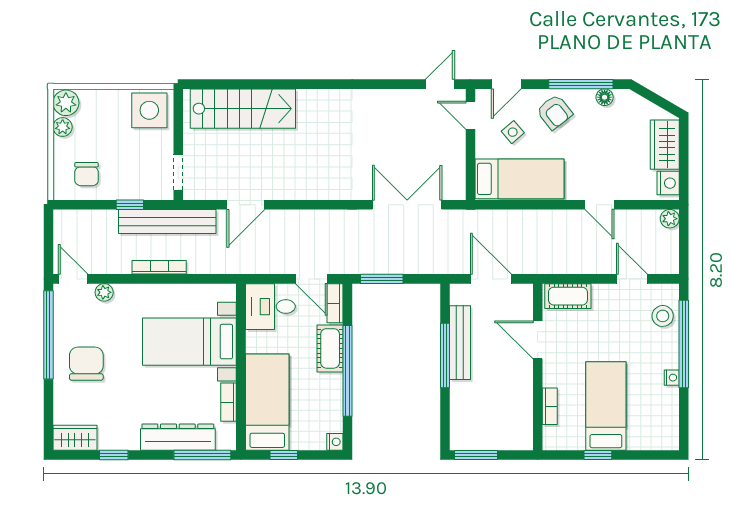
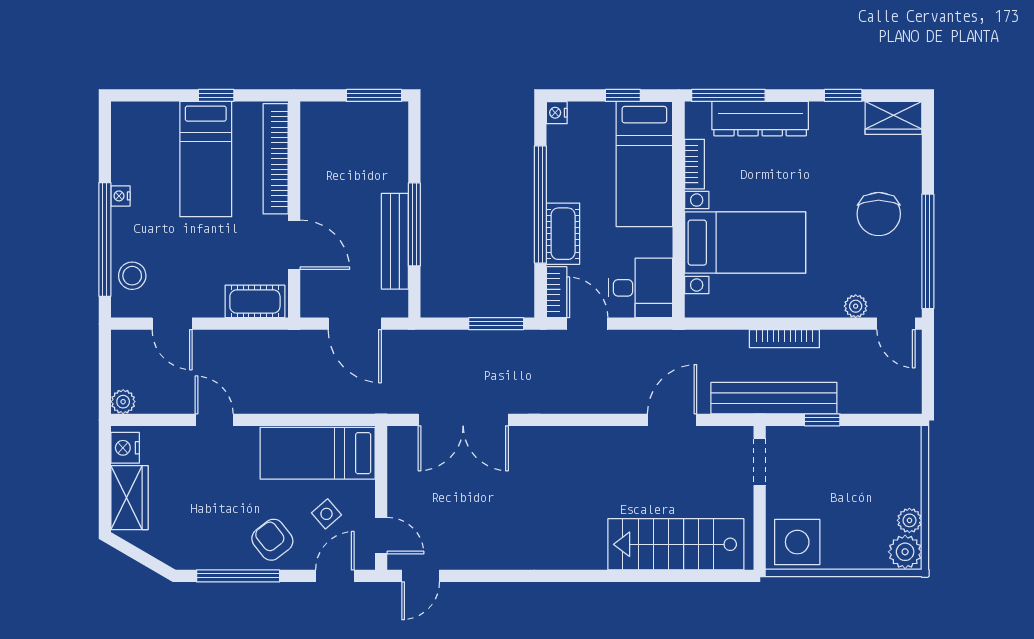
floor lamp: (605, 97) -> (207, 559), removed
chair: (87, 174) -> (878, 459), removed
bookcase: (550, 406) -> (276, 159), width x2.31, depth x1.31

